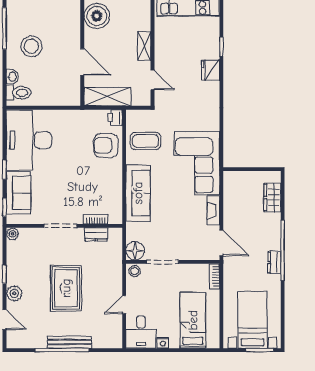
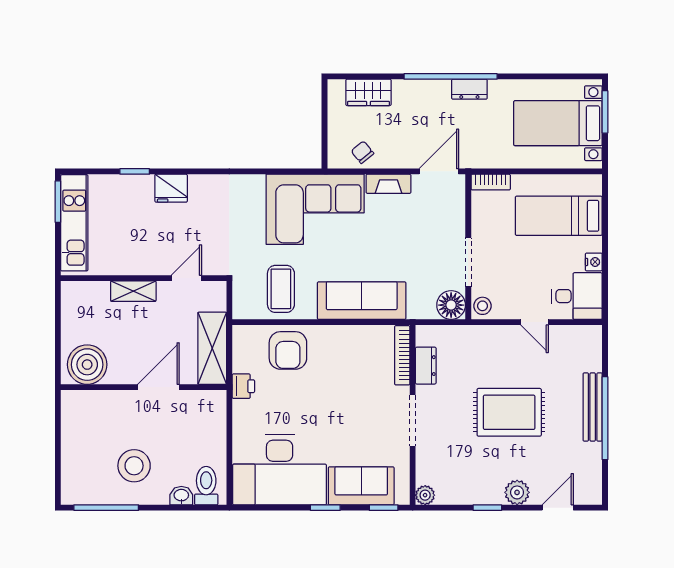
printer: (115, 117) -> (243, 386), moved, turned -90
chair: (234, 194) -> (362, 152), added
bookcase: (96, 219) -> (402, 355), width x1.56

